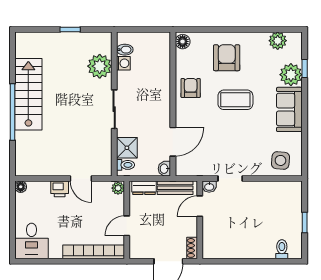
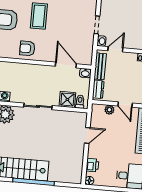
plant: (118, 188) -> (109, 110), moved
printer: (60, 189) -> (92, 165), moved
door: (200, 206) -> (115, 49), swing flipped

